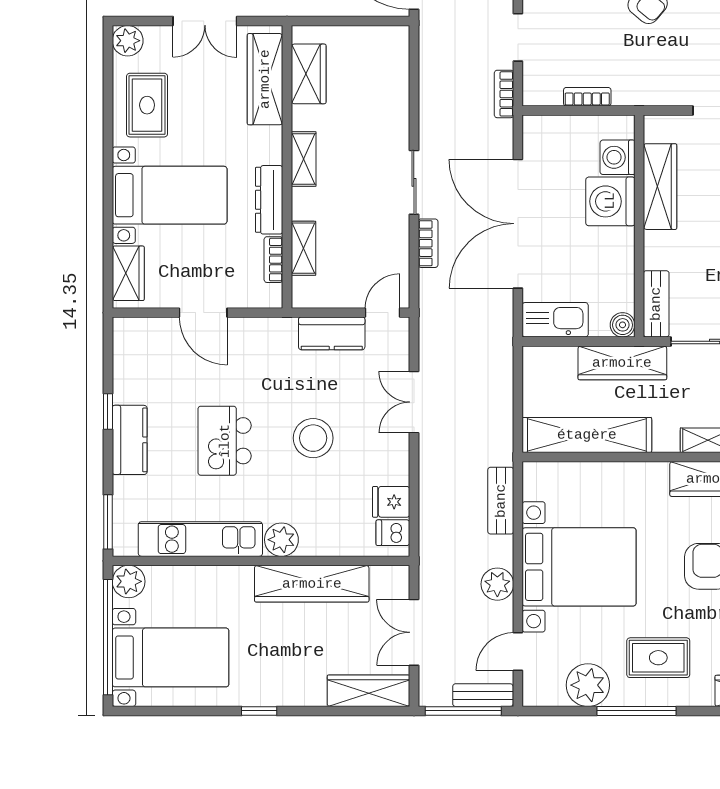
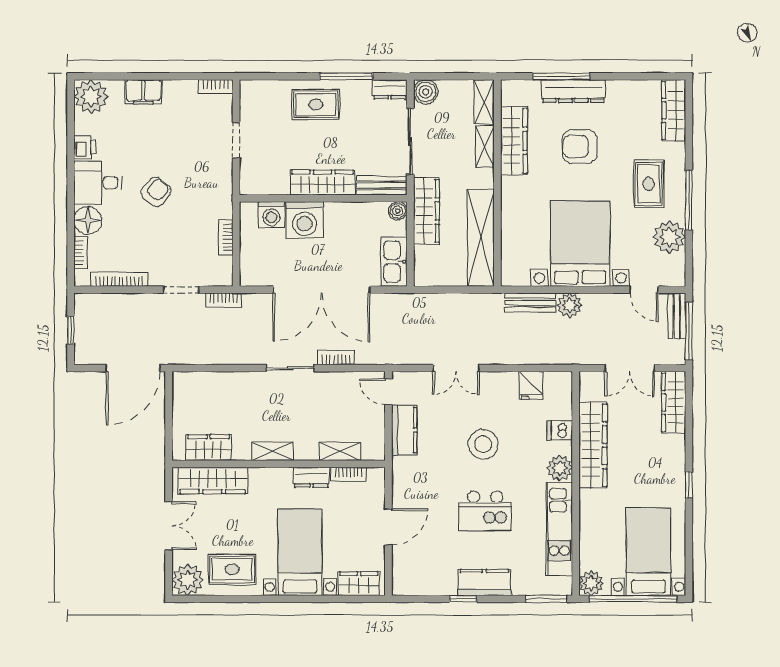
plant: (128, 41) -> (188, 580), width x1.36, depth x1.36
wardrobe: (660, 187) -> (323, 183), moved
dresser: (269, 200) -> (311, 477), width x0.70
dishwasher: (393, 533) -> (560, 430), moved, turned 90
plant: (497, 584) -> (570, 305), moved

